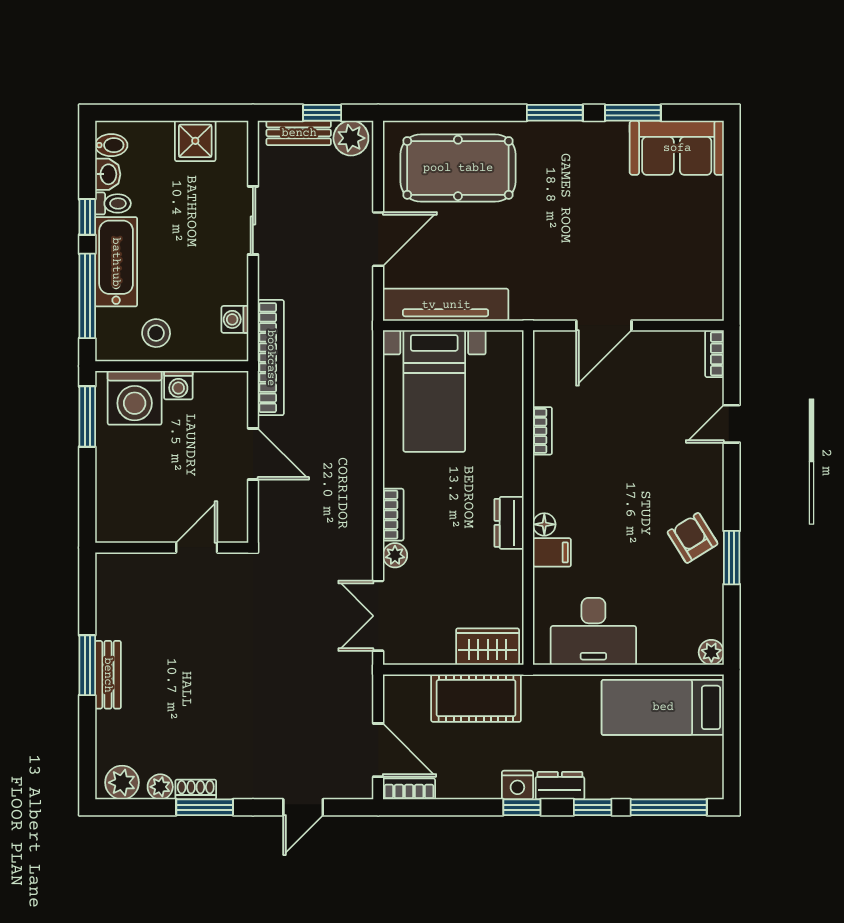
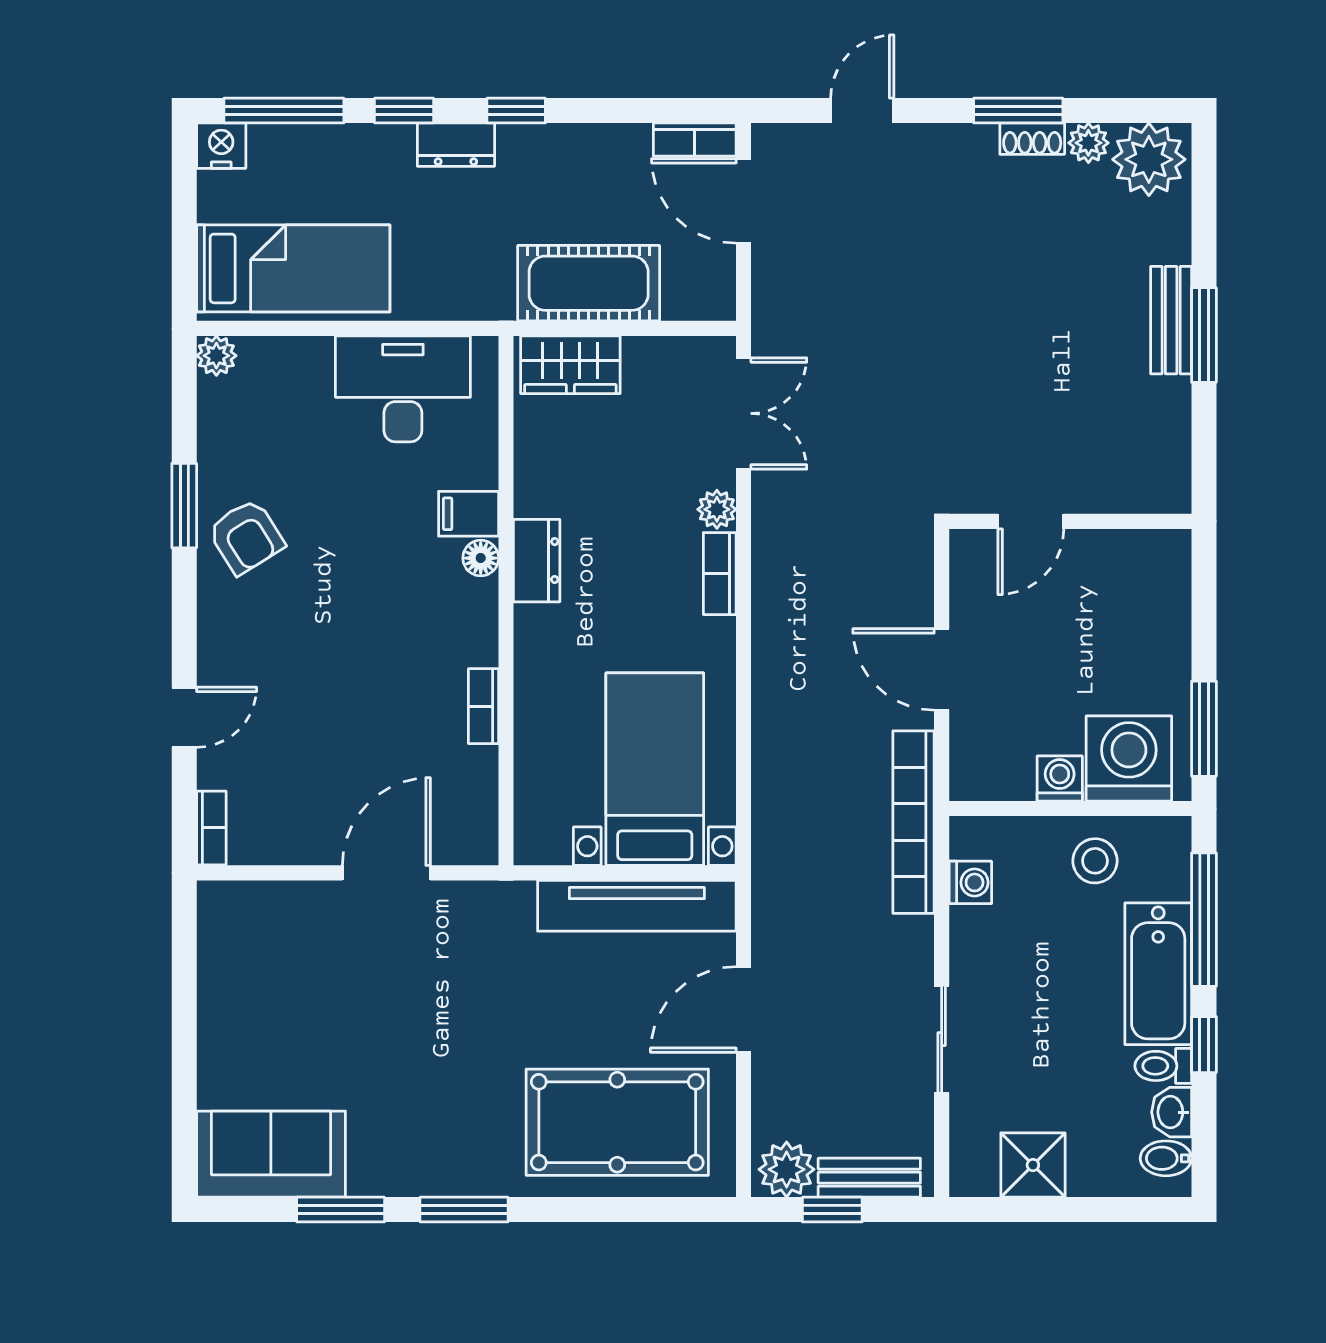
plant: (122, 783) -> (1149, 159), width x1.36, depth x1.36
nightstand: (517, 785) -> (221, 146), moved

